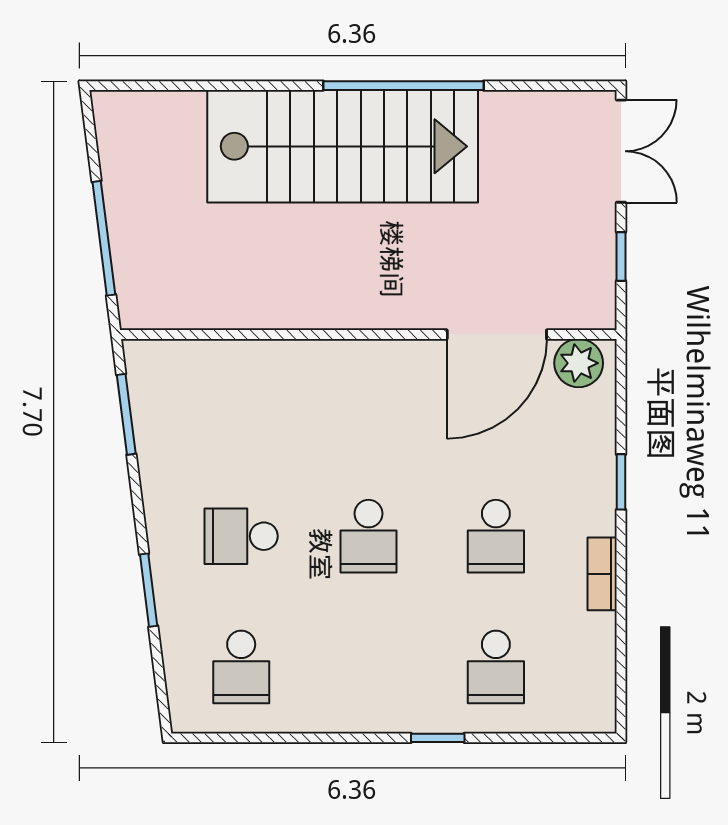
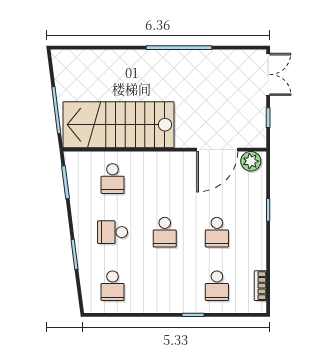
stairs: (343, 146) -> (118, 125), moved, turned 180
school desk: (241, 405) -> (113, 179), added
bookcase: (602, 574) -> (260, 286), moved

